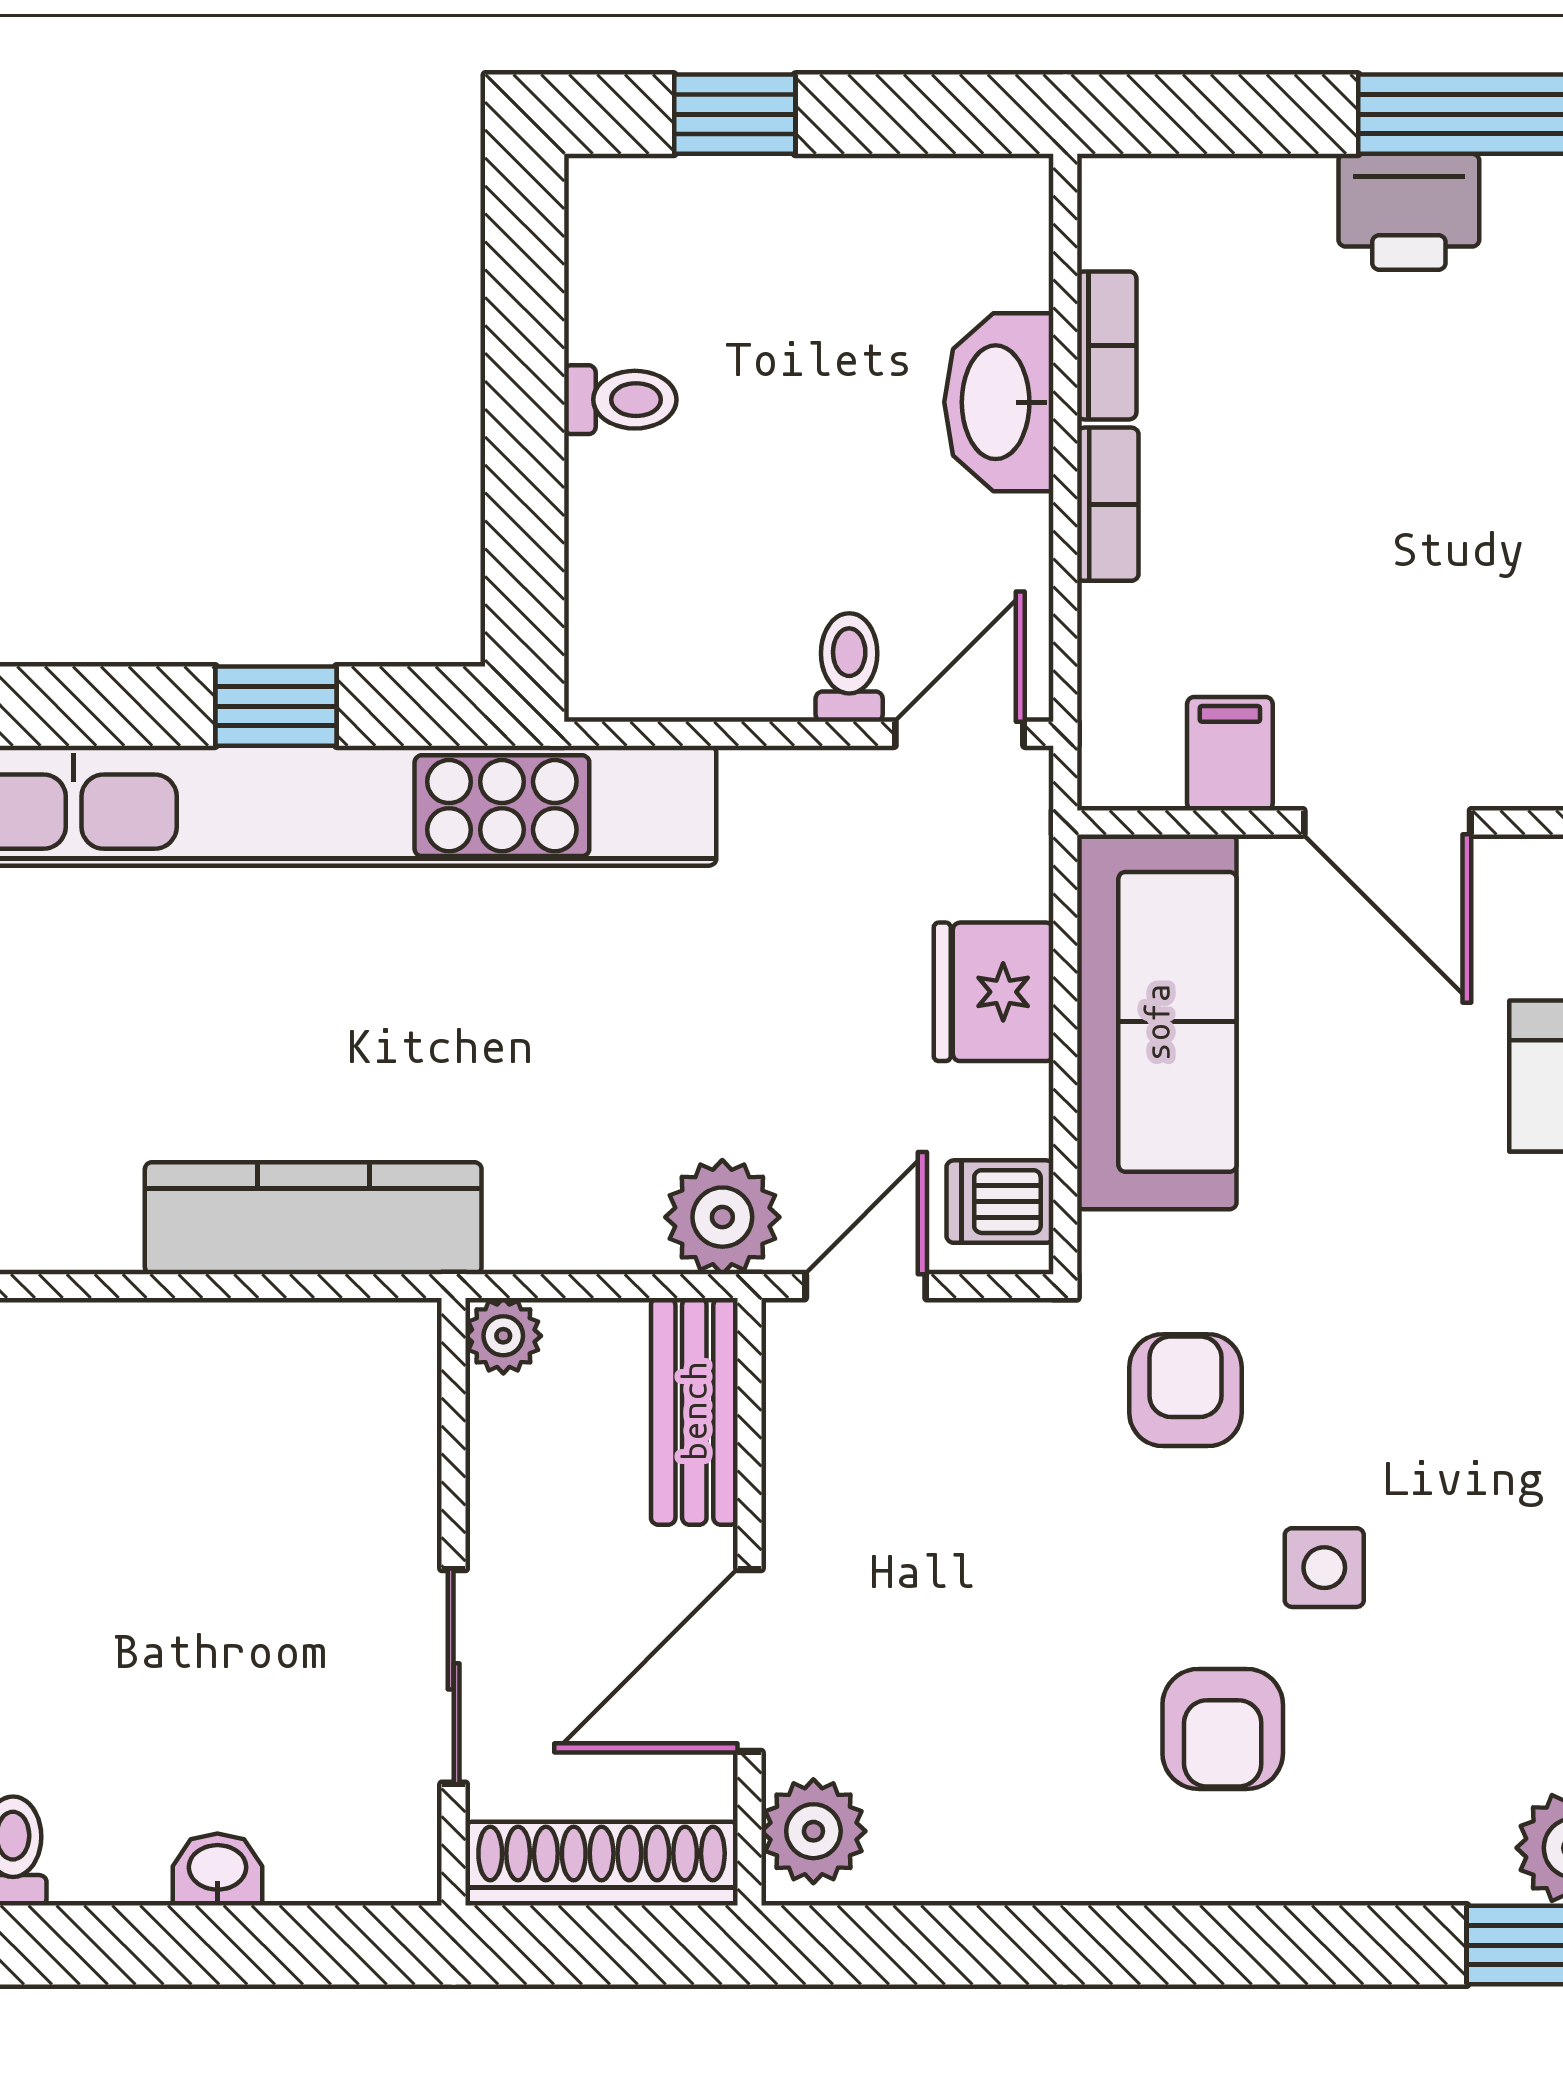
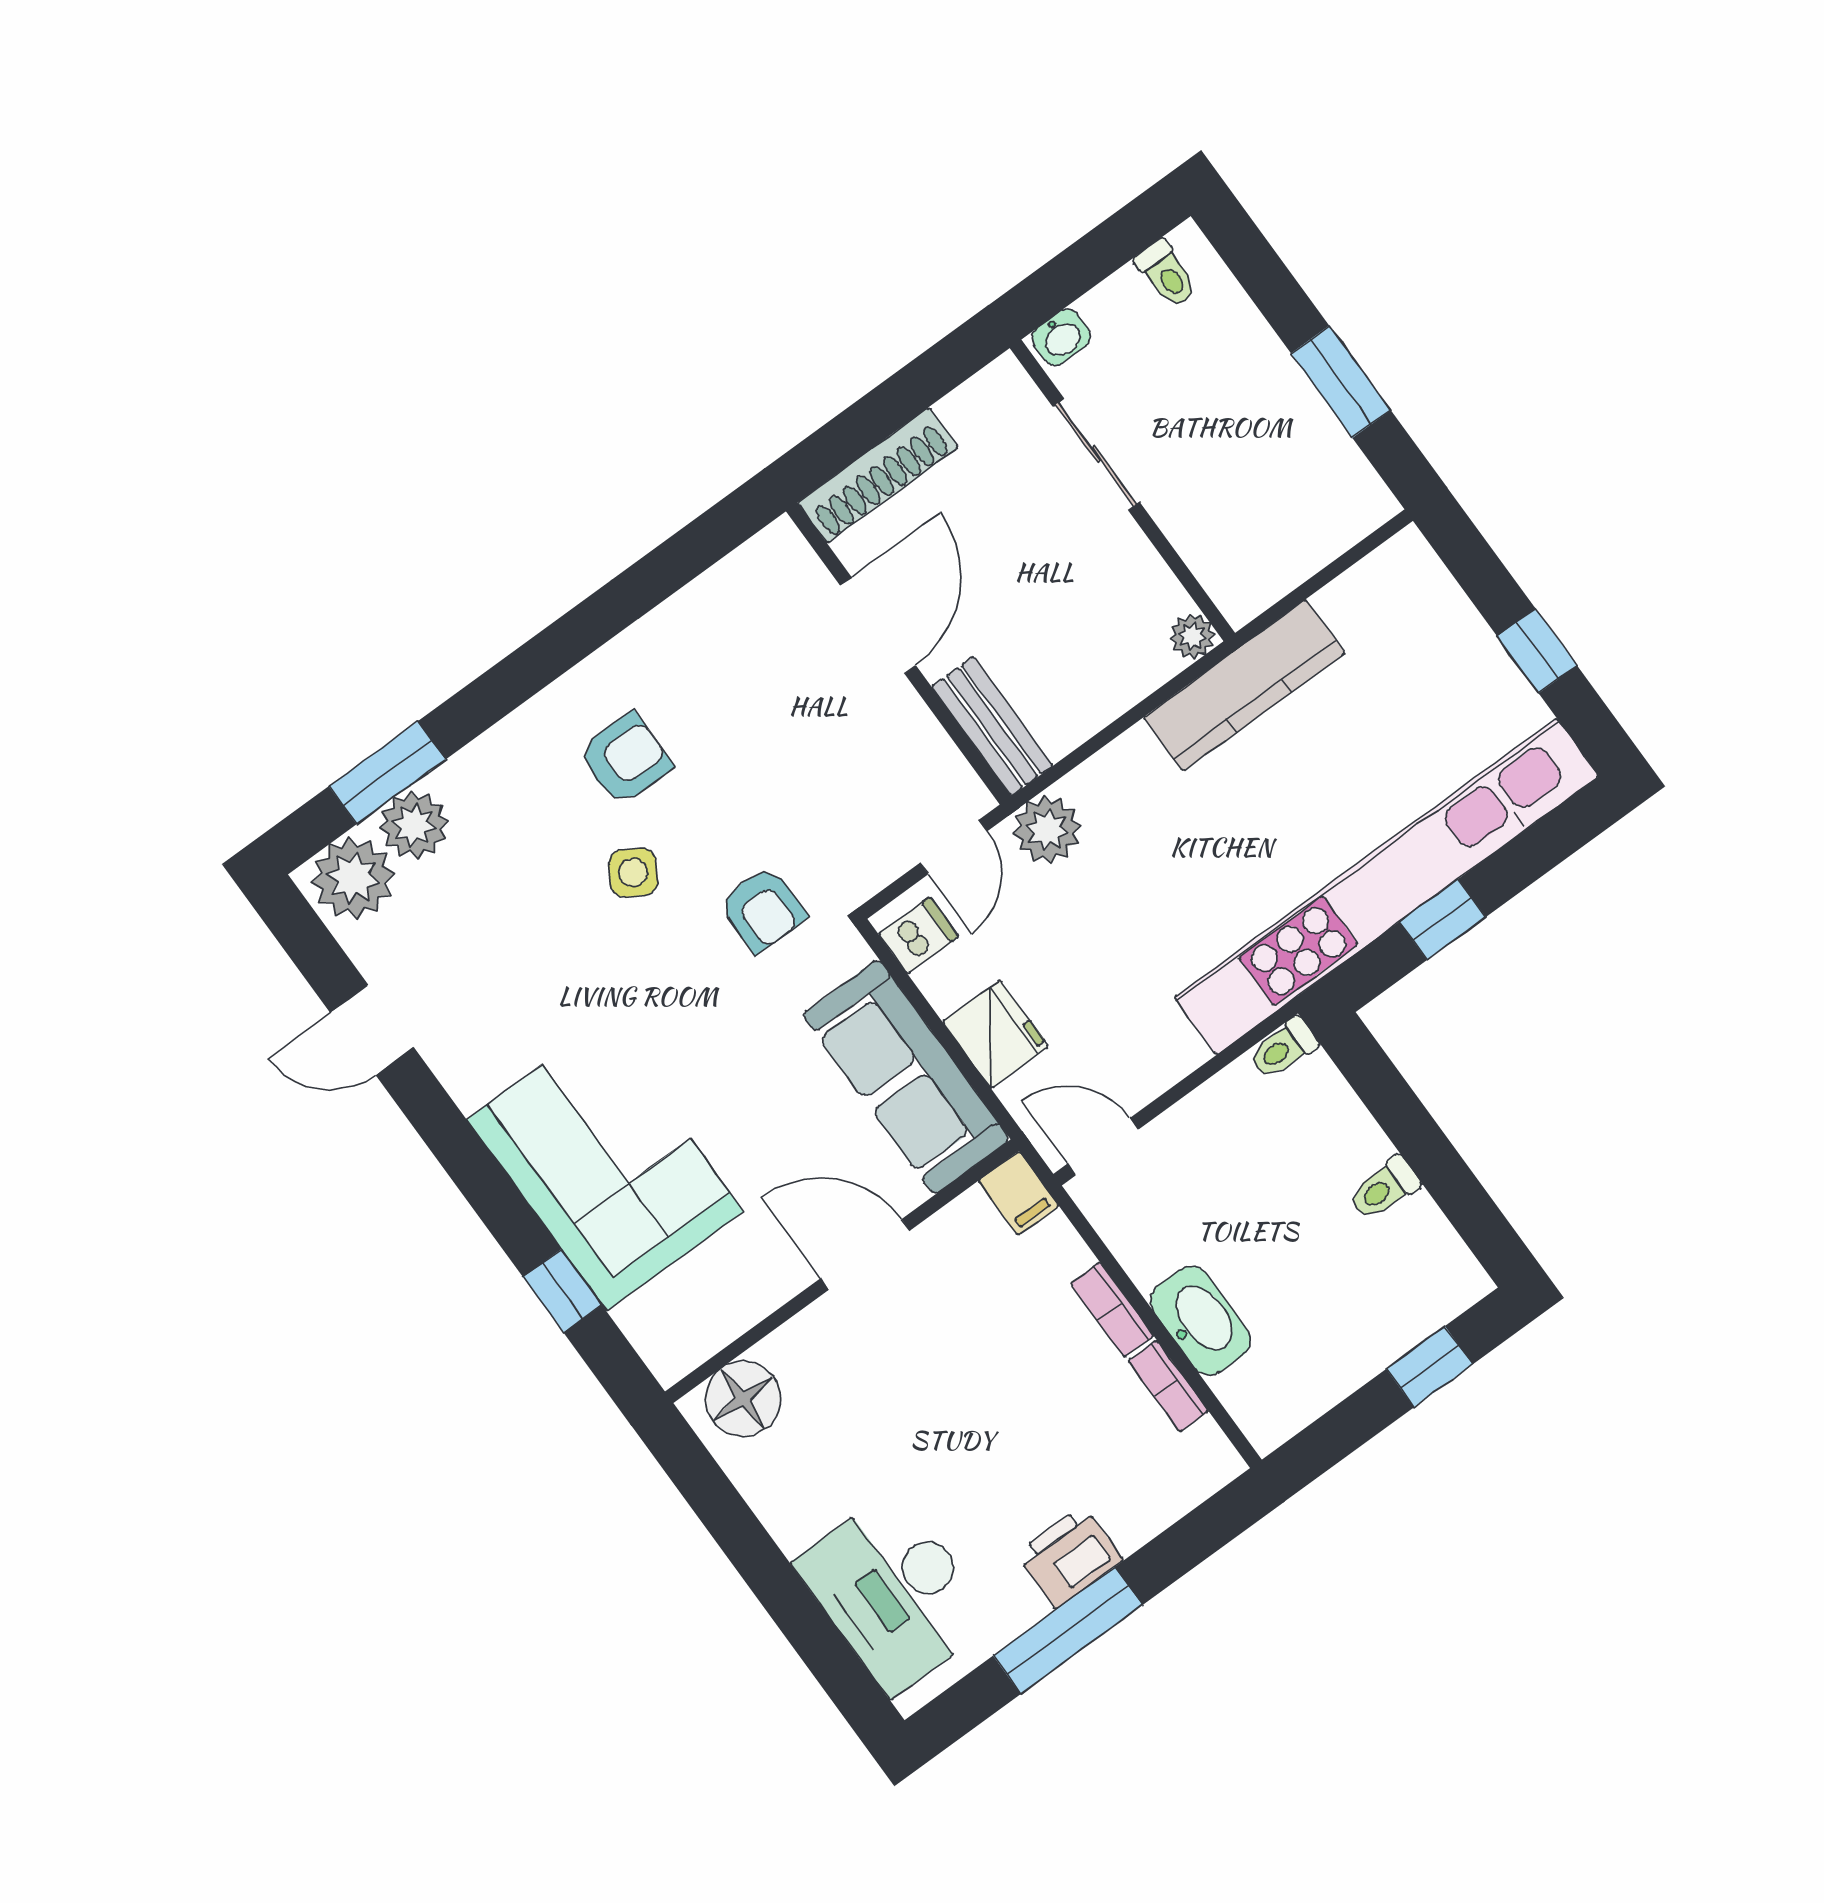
toilet: (849, 667) -> (1283, 1048), moved, turned 90
door: (959, 734) -> (1103, 1147), swing flipped
filing cabinet: (1230, 754) -> (1018, 1193), moved
plant: (503, 1336) -> (1192, 636), moved
side table: (1324, 1568) -> (633, 873), turned 31
wall: (454, 1602) -> (1122, 490), moved
sliding door: (454, 1676) -> (1096, 454), moved
armchair: (1223, 1729) -> (625, 759), turned 90
plant: (813, 1831) -> (787, 565), removed

